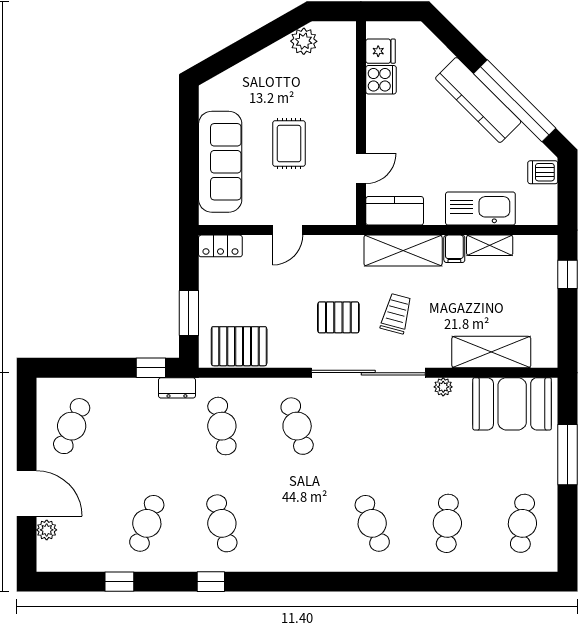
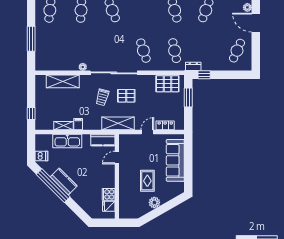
plant: (304, 41) -> (154, 203), moved
kitchen counter: (478, 100) -> (64, 181), width x0.67
rug: (289, 144) -> (147, 181), moved
locker: (220, 246) -> (165, 125), moved
shelving: (403, 251) -> (118, 123), moved
booth: (512, 404) -> (54, 60), removed

